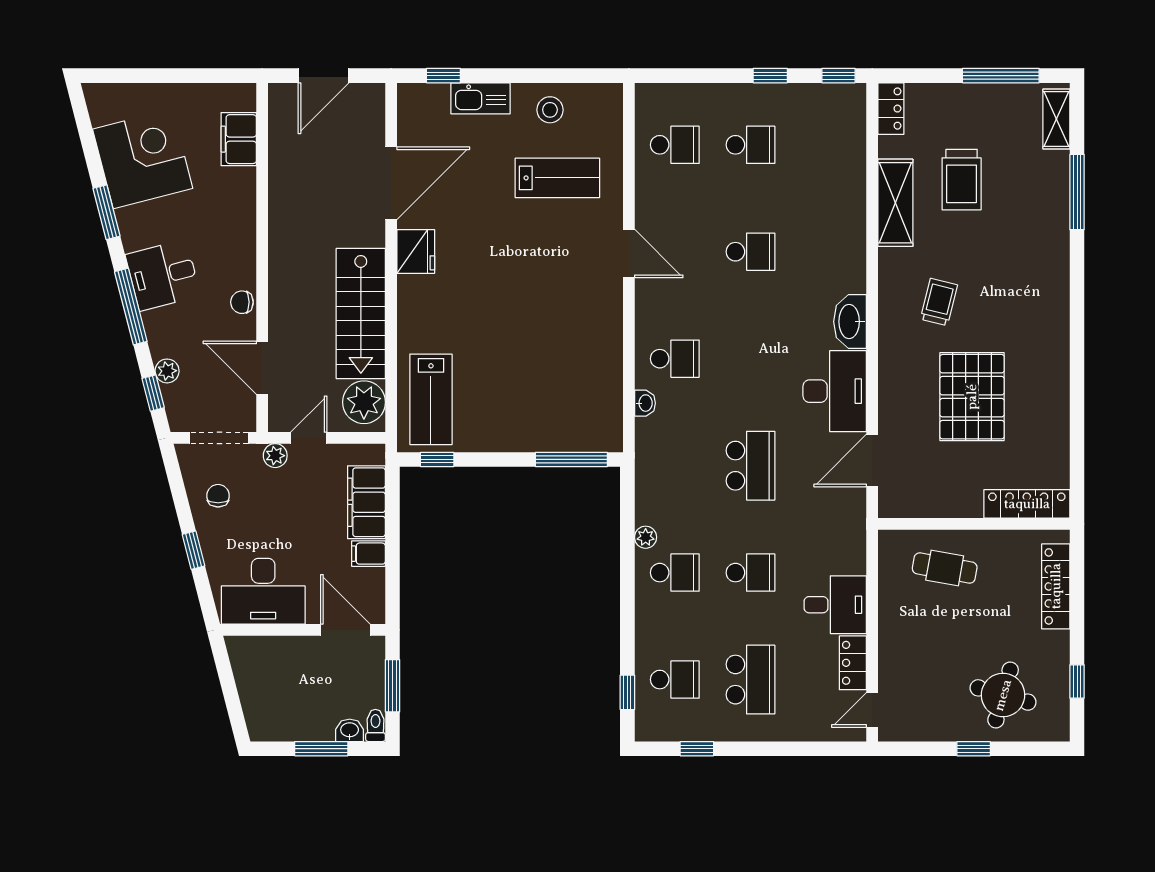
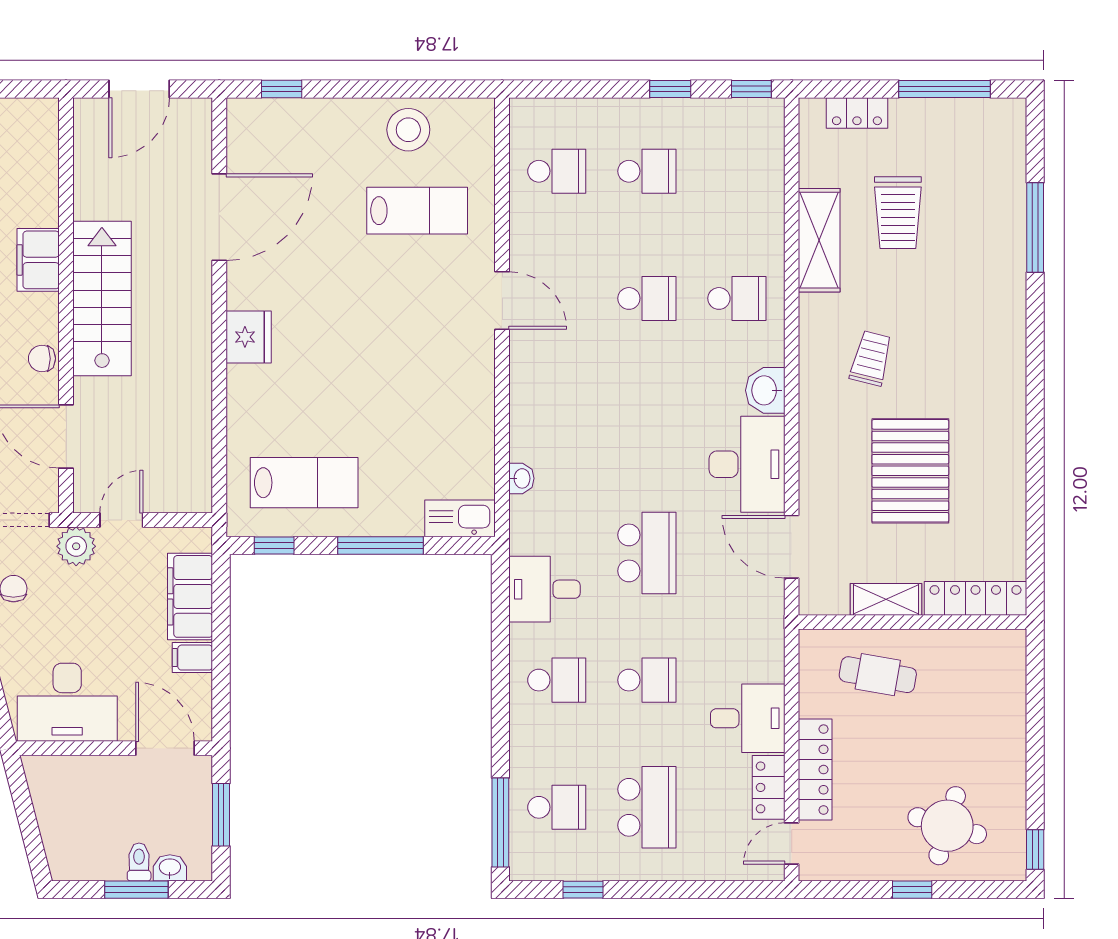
kitchen sink: (480, 98) -> (460, 518), moved, turned 180
locker: (891, 109) -> (857, 113), moved, turned 90
stool: (550, 110) -> (408, 130), width x1.38, depth x1.38
shelving: (1056, 119) -> (886, 599), moved, turned 90
filing cabinet: (239, 139) -> (38, 260), moved
fridge: (416, 251) -> (249, 337), moved
stairs: (361, 313) -> (102, 299), moved, turned 180
washbasin: (850, 322) -> (765, 390), width x0.72
school desk: (675, 359) -> (737, 298), moved
lab bench: (431, 399) -> (304, 483), moved, turned -90
plant: (364, 402) -> (187, 477), removed
plant: (275, 456) -> (76, 546), width x1.38, depth x1.38
window: (571, 459) -> (381, 546), moved
door: (872, 460) -> (792, 547), hinge flipped
desk: (664, 496) -> (544, 589), added
plant: (646, 537) -> (522, 638), removed
locker: (1056, 586) -> (815, 770), moved, turned 180
window: (1077, 681) -> (1035, 849), moved
window: (627, 692) -> (500, 823), width x2.17
toilet: (375, 725) -> (139, 862), moved

